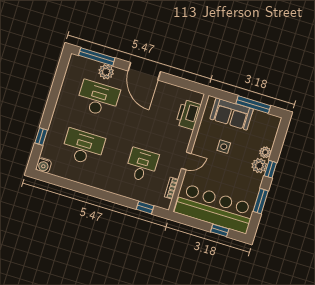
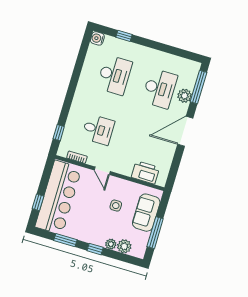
plant: (259, 166) -> (124, 246), moved

